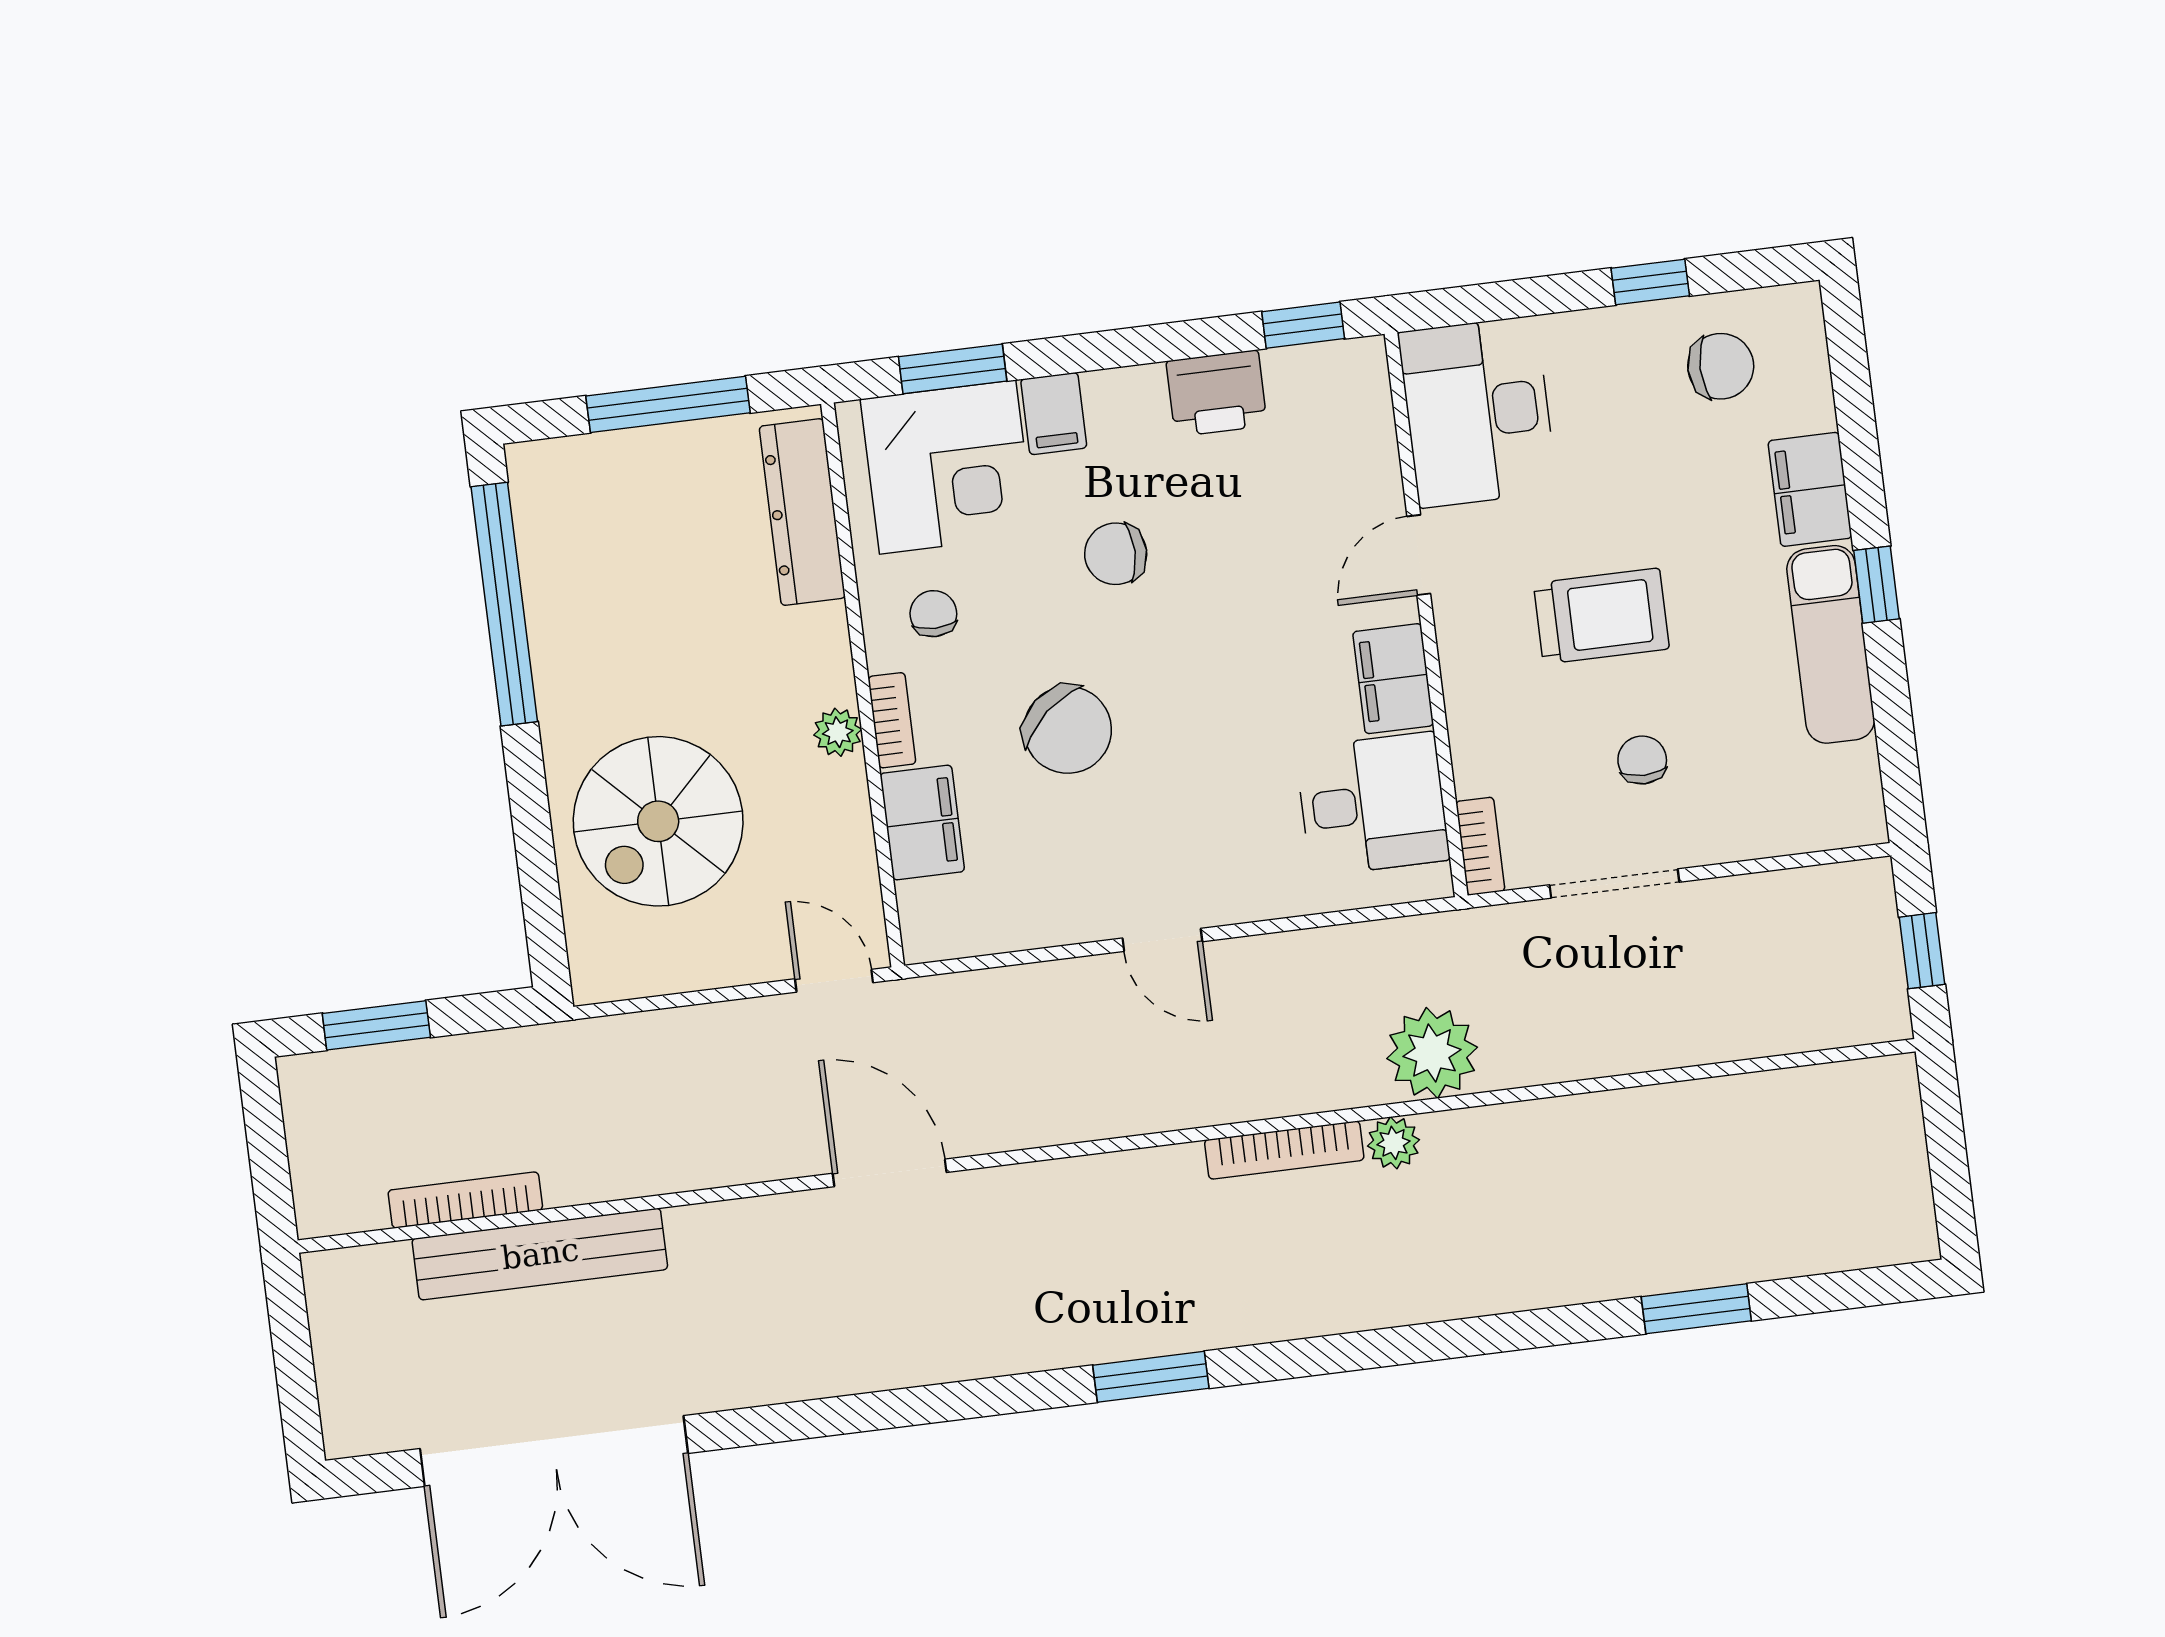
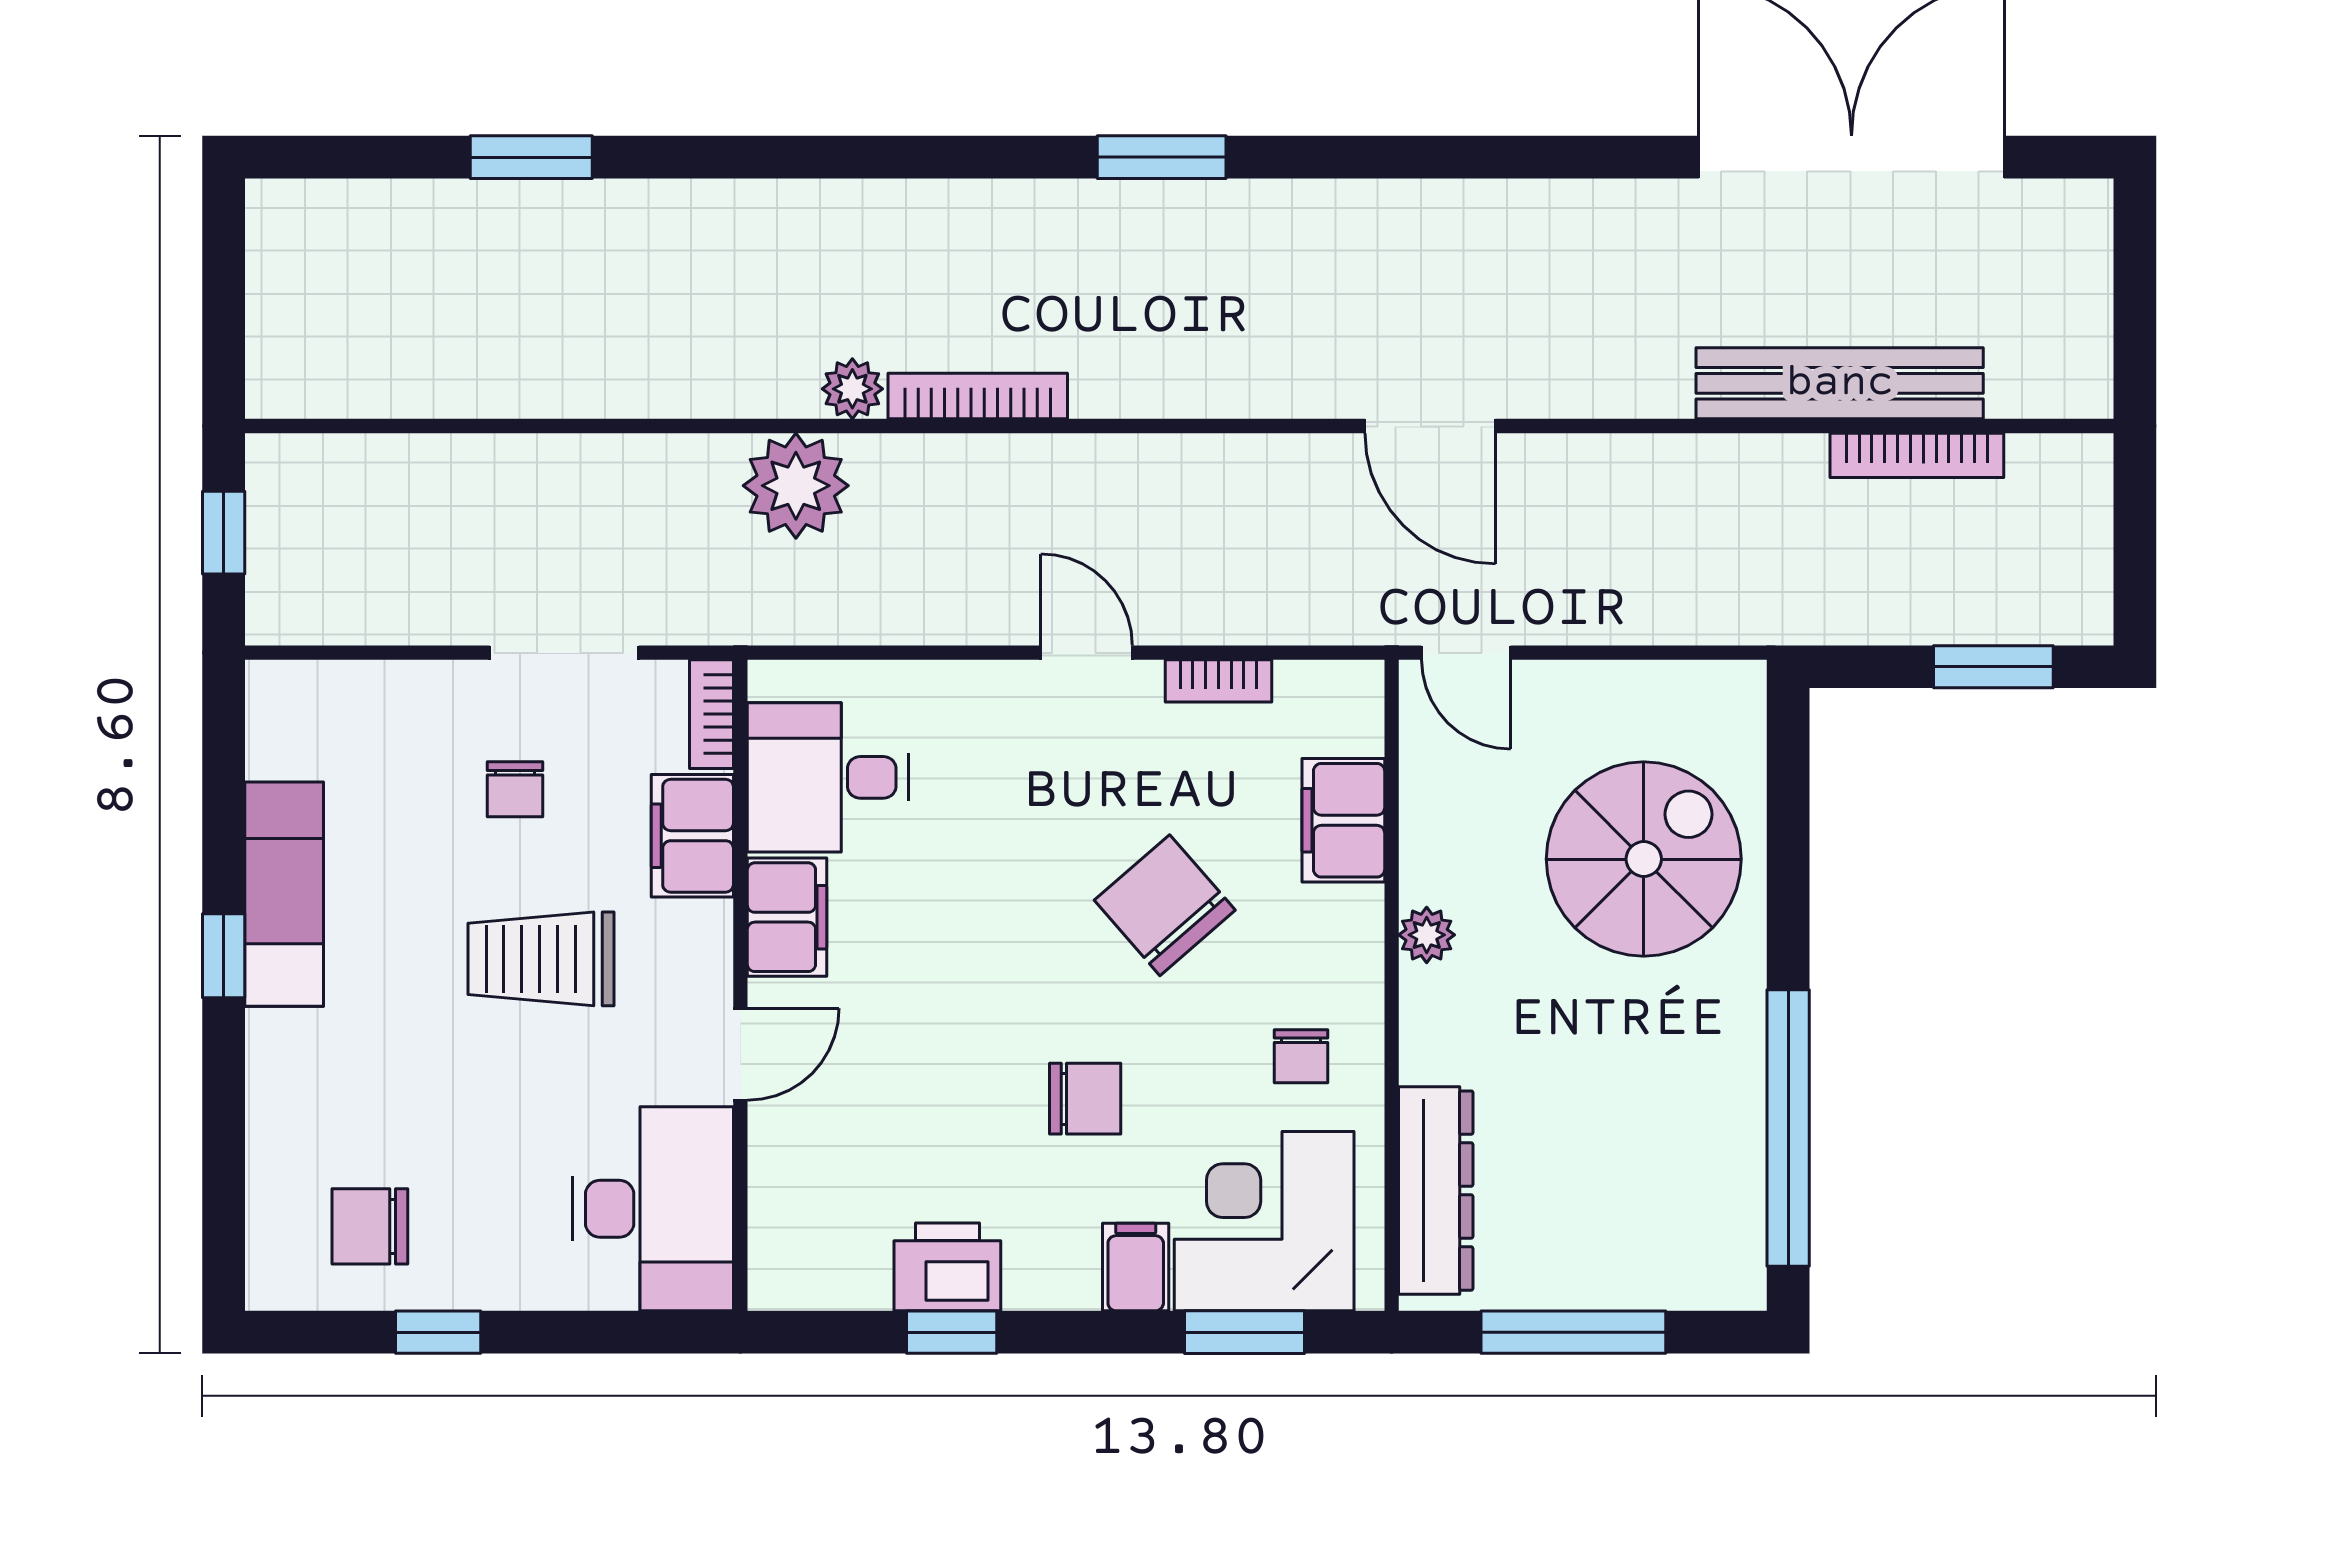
window: (1303, 325) -> (952, 1332), moved
filing cabinet: (1810, 489) -> (692, 836), moved, turned 180
bookcase: (892, 720) -> (1218, 681), moved, turned -90

